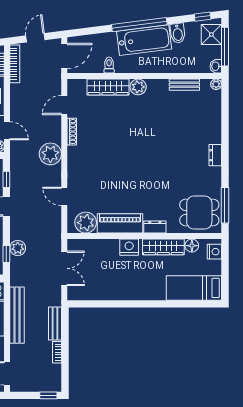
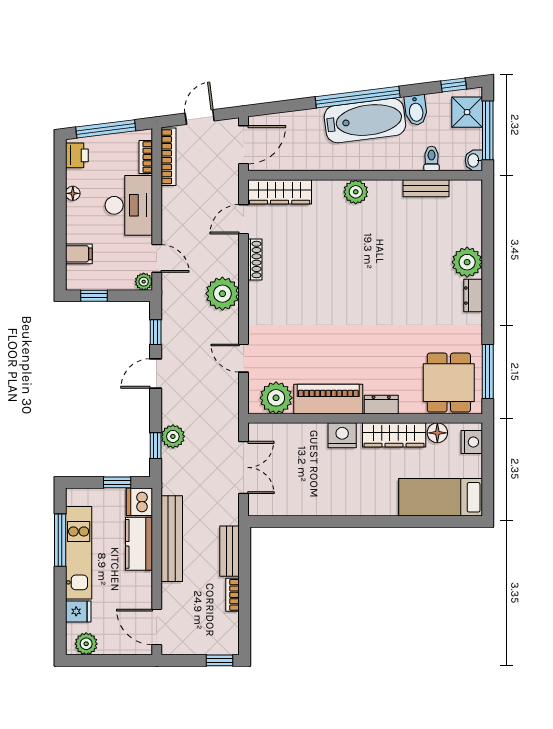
toilet: (109, 65) -> (432, 159), moved
plant: (216, 84) -> (467, 262), moved, width x1.88, depth x1.88
wardrobe: (108, 87) -> (280, 192), moved
dining table: (199, 212) -> (449, 383), turned 90

